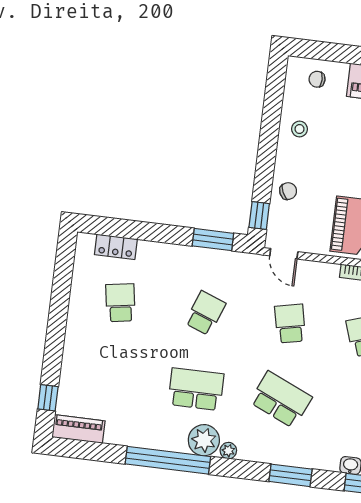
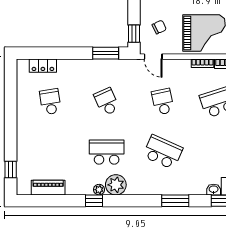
chair: (288, 191) -> (159, 27), moved
school desk: (205, 313) -> (107, 102), turned -45
piano: (79, 429) -> (48, 188), moved
plant: (228, 451) -> (99, 190), moved
window: (168, 460) -> (94, 201), width x0.32

